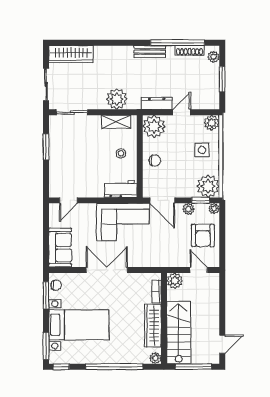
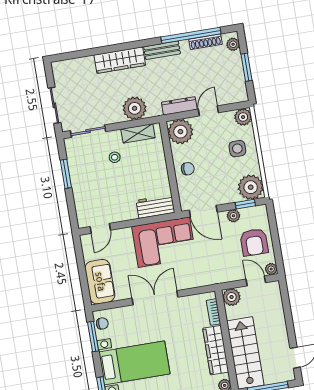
wardrobe: (71, 54) -> (120, 60), moved
stool: (121, 153) -> (115, 157), moved
plant: (214, 209) -> (271, 269), moved

